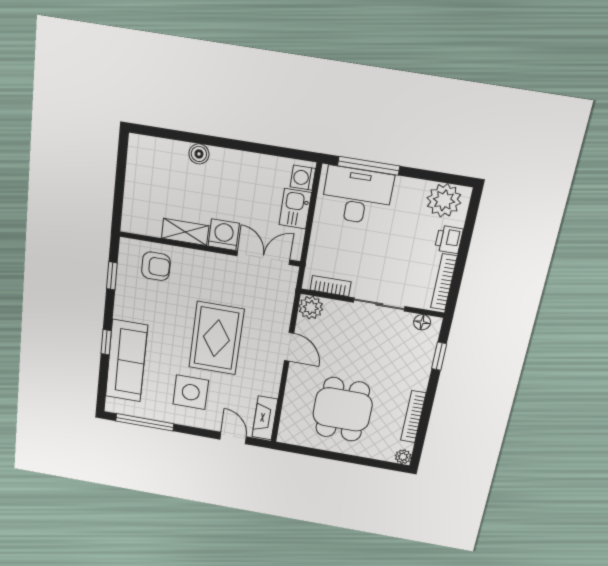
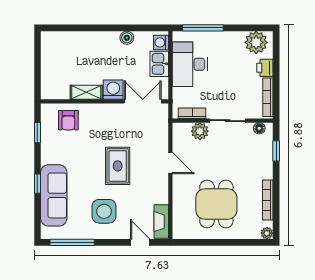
boiler: (199, 154) -> (127, 38), moved
desk: (357, 196) -> (190, 64), moved, turned -90
armchair: (156, 266) -> (68, 120), turned 90
plant: (311, 308) -> (200, 131), moved
rug: (216, 338) -> (118, 166), width x0.73, depth x0.70

